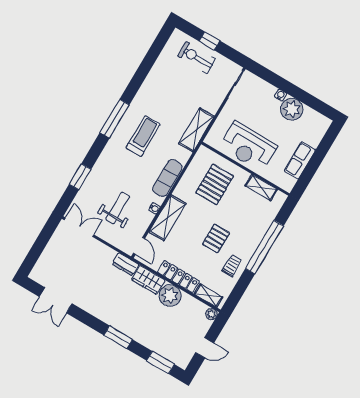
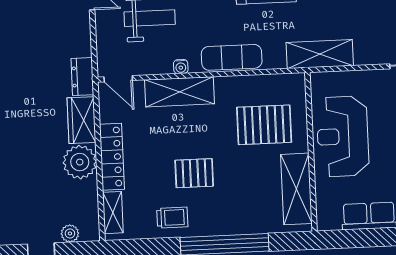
shelving: (261, 188) -> (296, 189), width x1.50, depth x1.33
door: (139, 246) -> (118, 79), hinge flipped
plant: (211, 314) -> (70, 233), moved

